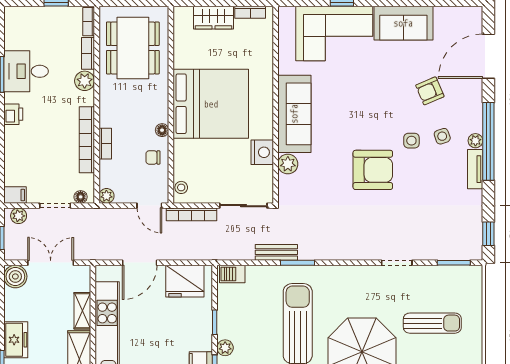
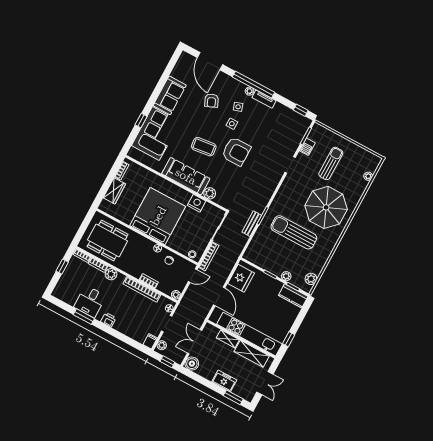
coffee table: (354, 117) -> (204, 147), added
armchair: (373, 170) -> (236, 152), turned 90
barbecue: (232, 274) -> (307, 147), moved

